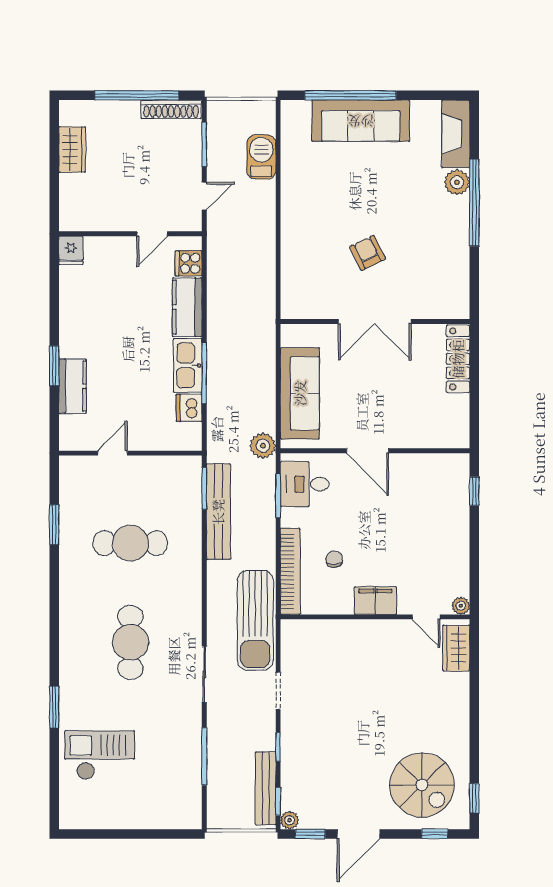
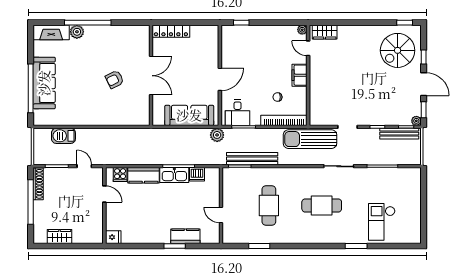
door: (426, 617) -> (308, 48), swing flipped
sun lounger: (255, 620) -> (310, 139), turned 180
spiral stairs: (422, 785) -> (398, 50), turned 180
window: (435, 834) -> (424, 57), moved

